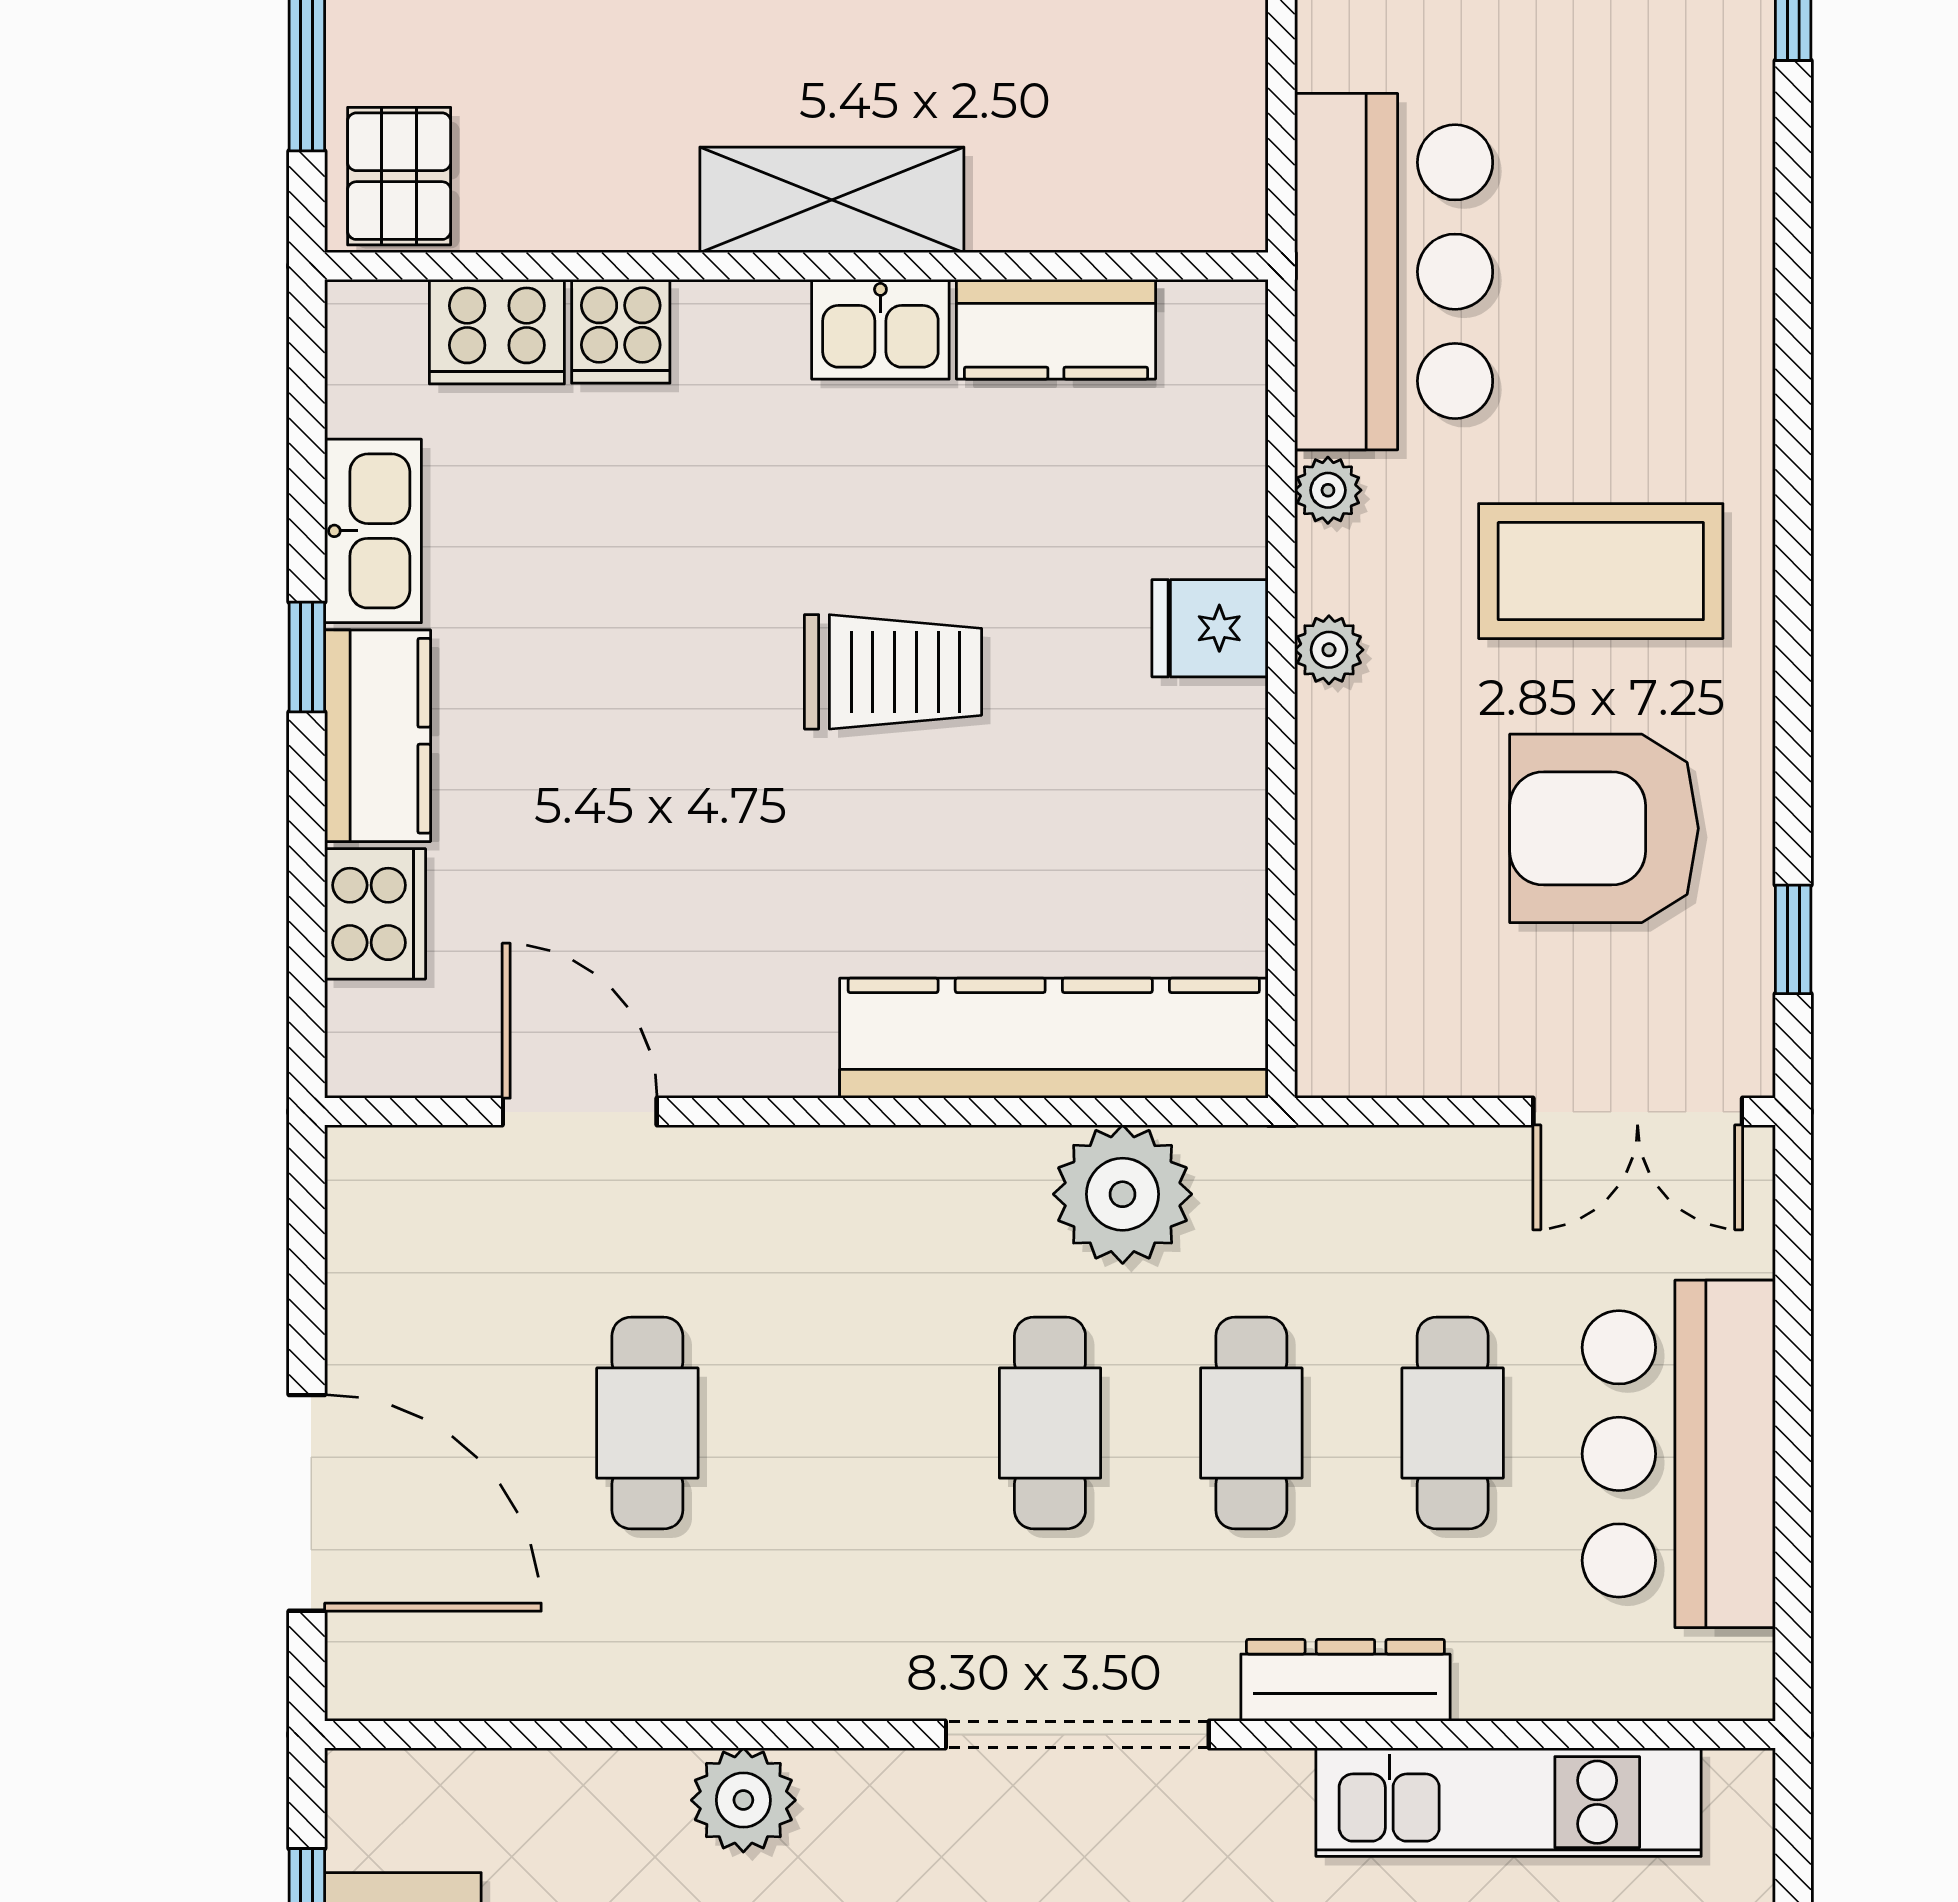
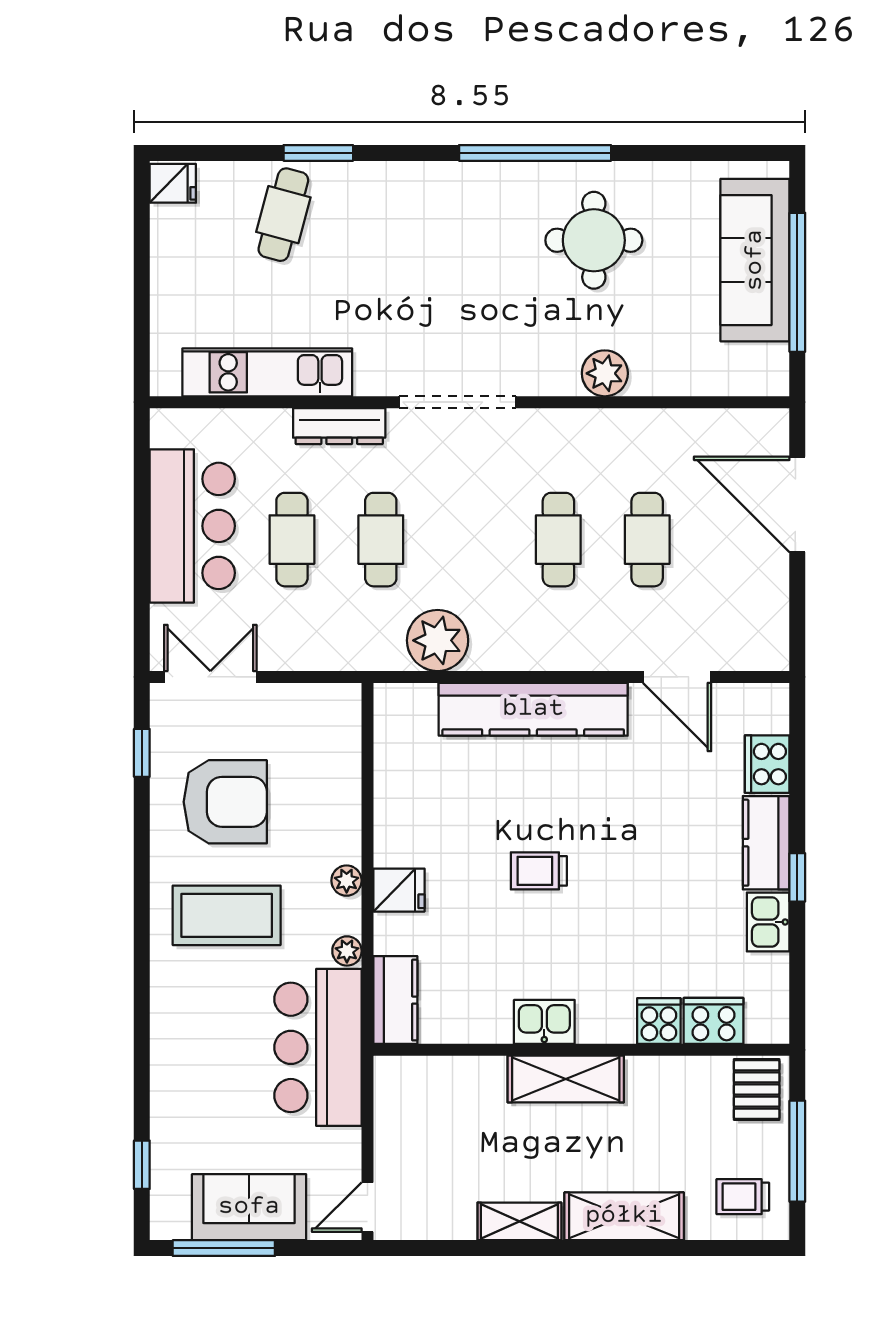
kitchen counter: (1056, 329) -> (395, 1000), moved, turned 90
kitchen sink: (373, 531) -> (768, 922), width x0.73
trolley: (893, 672) -> (539, 871), width x0.73, depth x0.72
kitchen counter: (1054, 1038) -> (533, 709), moved
cafe table: (1050, 1423) -> (558, 540), moved

